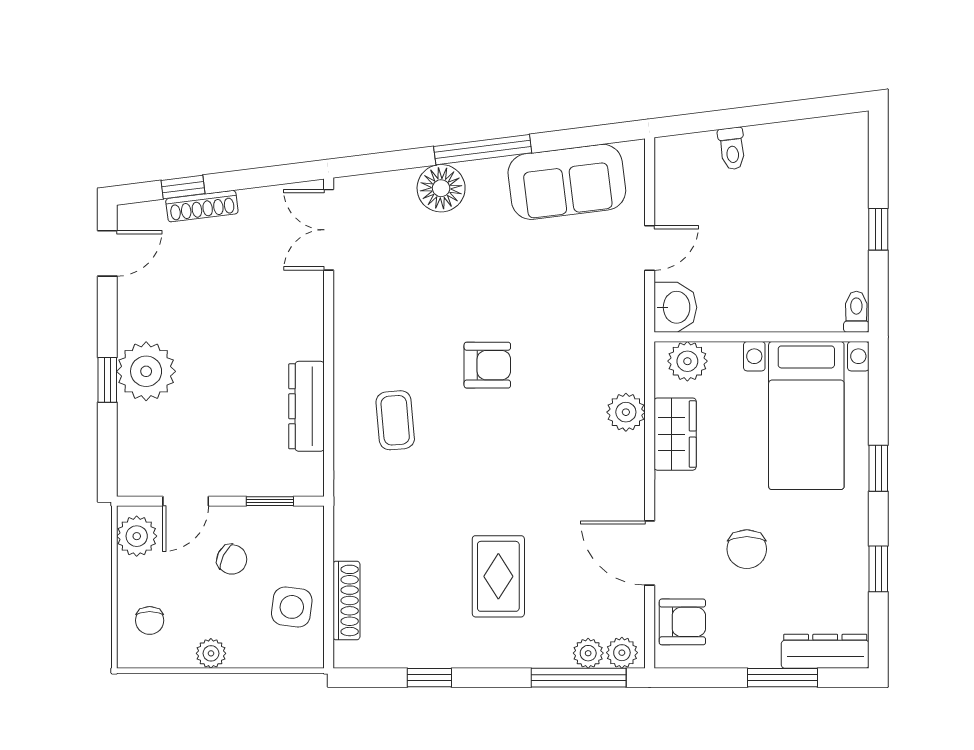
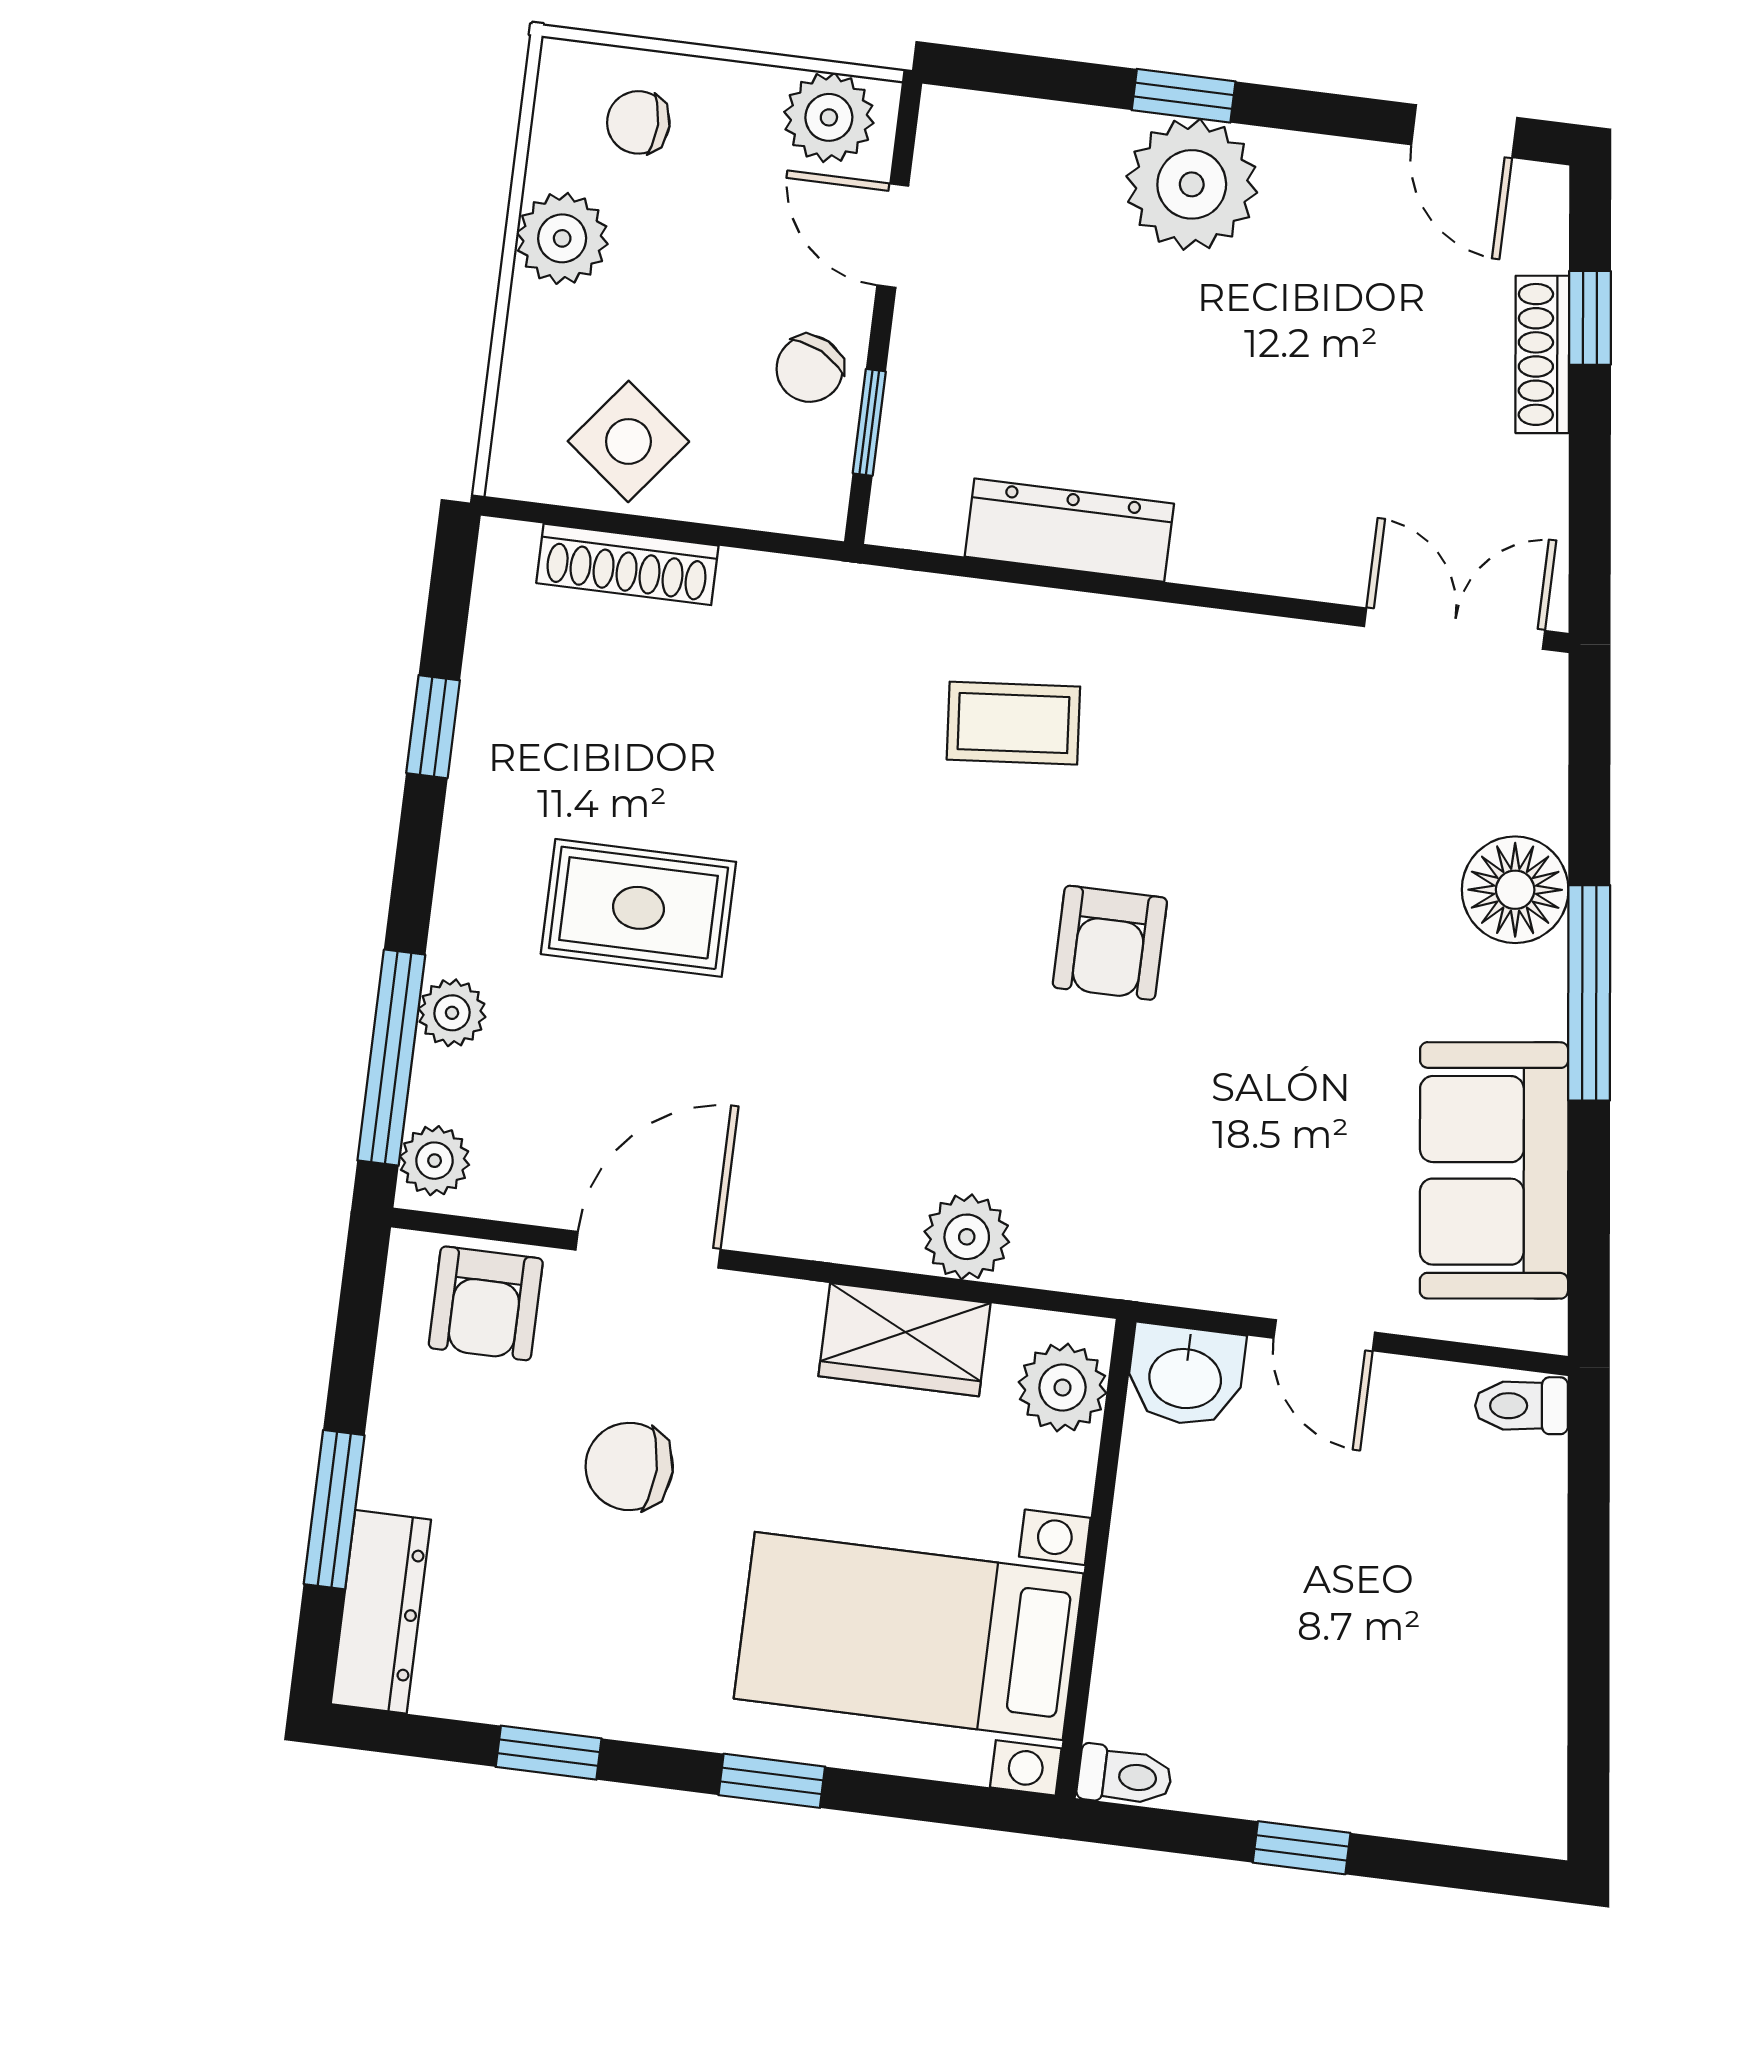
toilet: (732, 149) -> (1522, 1406), moved
chair: (232, 559) -> (810, 369), moved
side table: (292, 607) -> (628, 441), turned 31
plant: (211, 653) -> (562, 238), width x1.38, depth x1.38
plant: (588, 653) -> (452, 1013), moved

